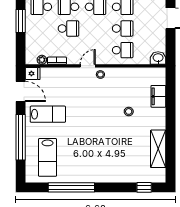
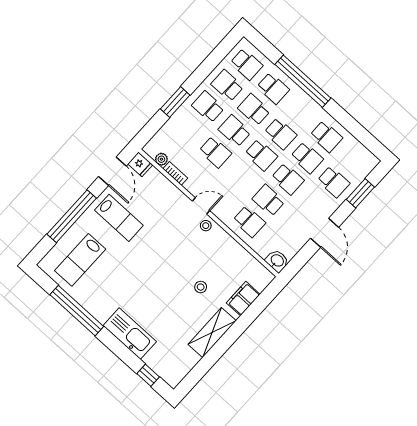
school desk: (123, 29) -> (268, 200), turned 180
shelving: (158, 149) -> (212, 333), moved
kitchen sink: (113, 173) -> (130, 334), added

